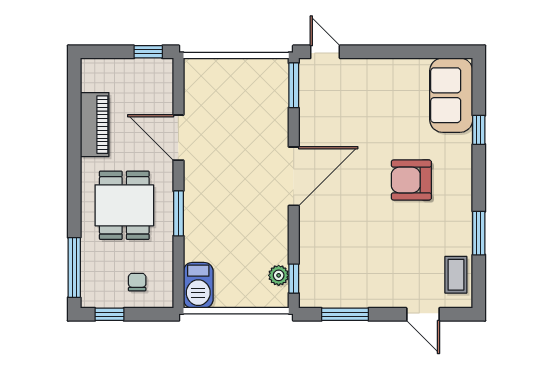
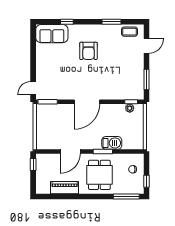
door: (294, 176) -> (87, 102), swing flipped
dining table: (124, 205) -> (99, 175), turned 90
barbecue: (198, 285) -> (112, 143), moved

